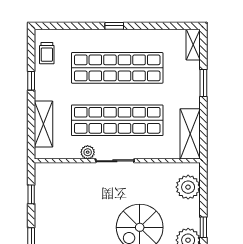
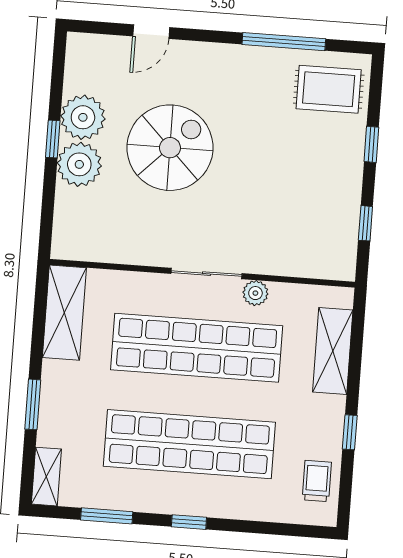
window: (159, 26) -> (107, 516), added
plant: (188, 187) -> (79, 164), moved

